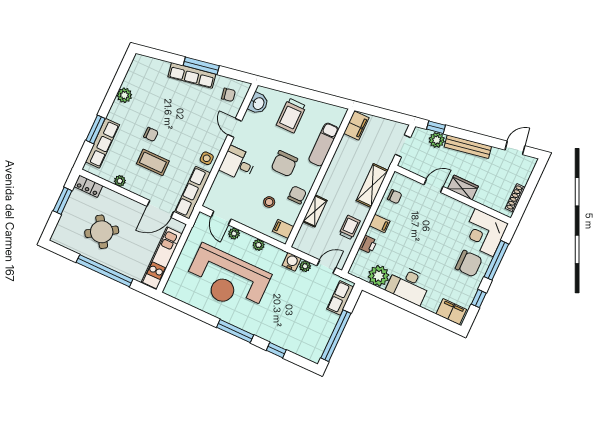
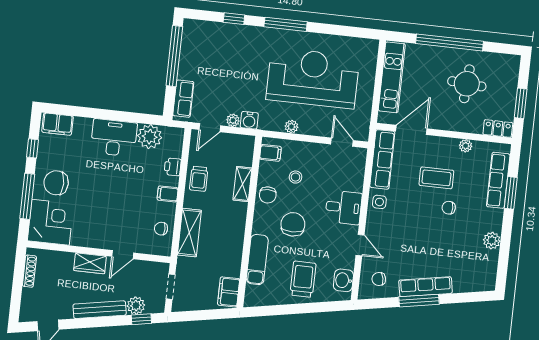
round table: (102, 232) -> (467, 84), turned 36
plant: (234, 234) -> (322, 130), removed

